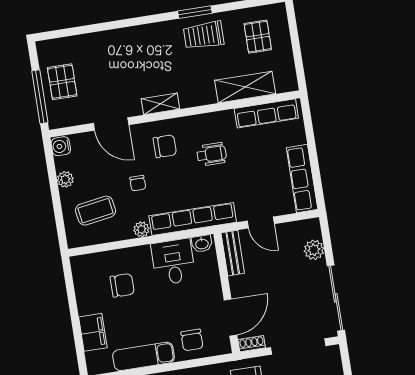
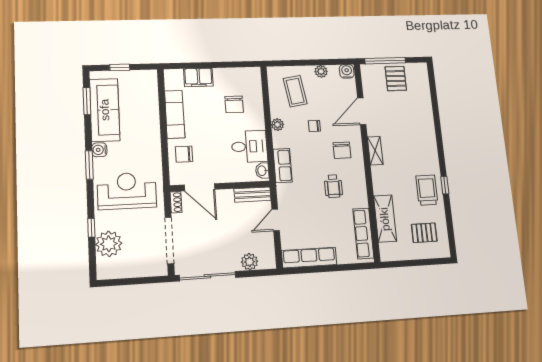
window: (195, 12) -> (445, 185), width x0.67
pallet: (62, 82) -> (396, 78), turned 90
row of seats: (193, 219) -> (283, 166), width x0.50

